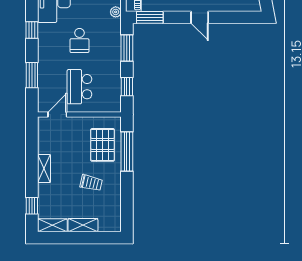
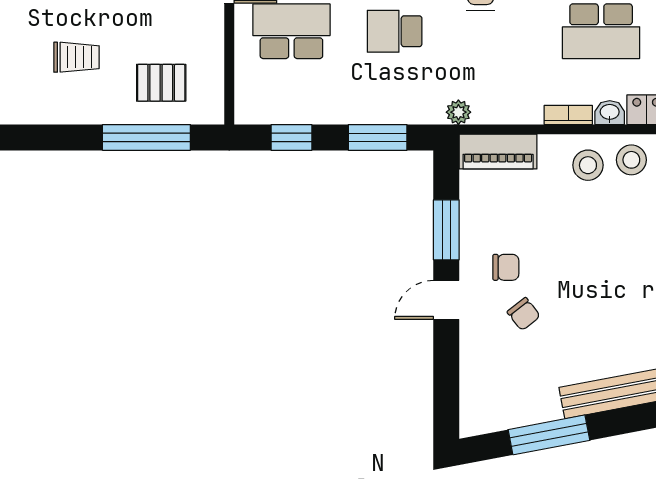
window: (150, 17) -> (446, 230), moved
pallet: (103, 145) -> (161, 83), width x0.67, depth x0.71
trolley: (91, 183) -> (77, 57), turned -103

